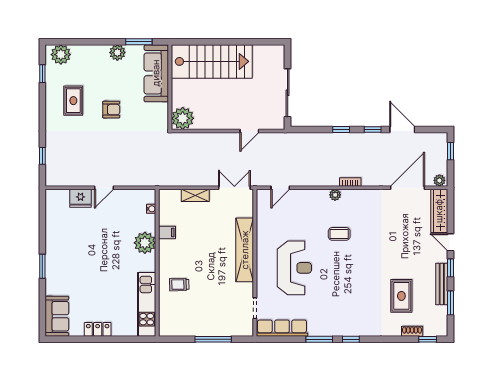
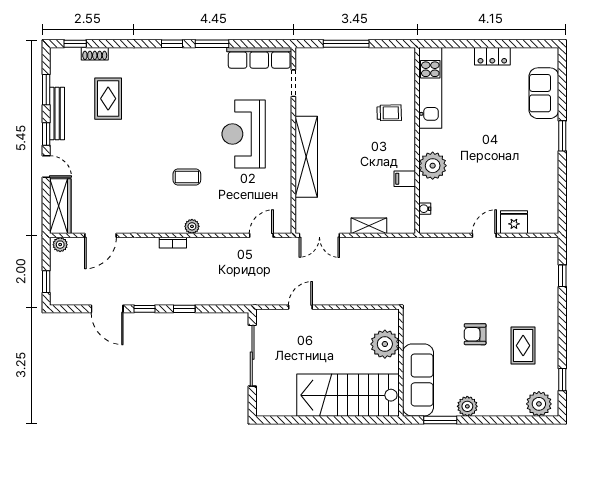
plant: (183, 118) -> (385, 344), moved
door: (407, 188) -> (100, 235), width x0.73
sofa: (57, 316) -> (544, 93), moved

